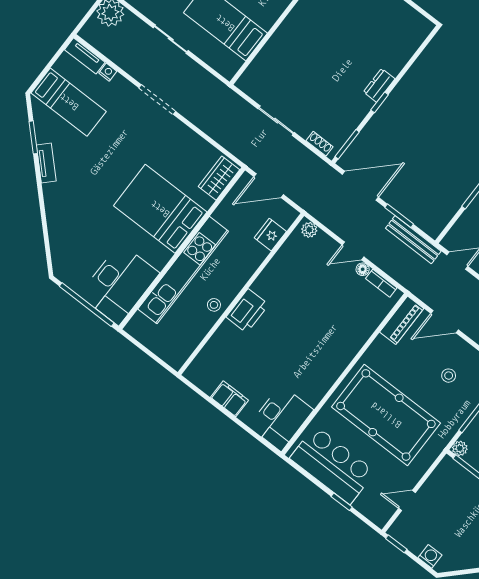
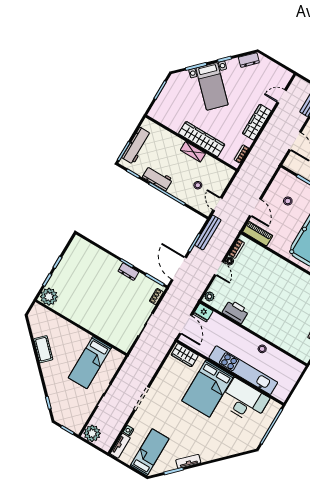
dresser: (379, 85) -> (128, 272), moved
fridge: (270, 235) -> (203, 313), moved
desk: (119, 284) -> (244, 401), moved
printer: (247, 311) -> (236, 312), moved

